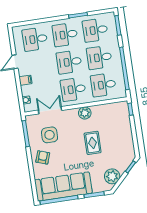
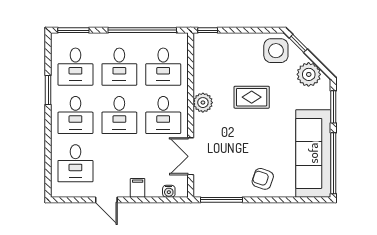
side table: (50, 135) -> (276, 51), moved

